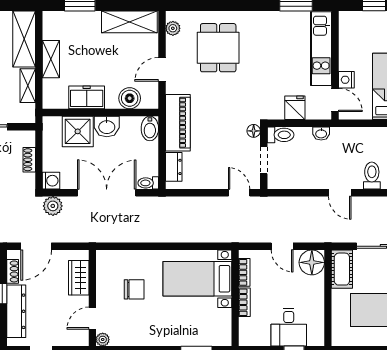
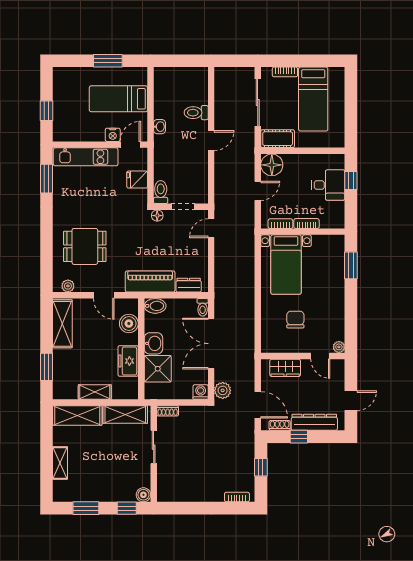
shelving: (28, 86) -> (125, 414), width x1.50, depth x1.33
washbasin: (321, 133) -> (159, 127), moved
shoe rack: (29, 160) -> (168, 411), moved

